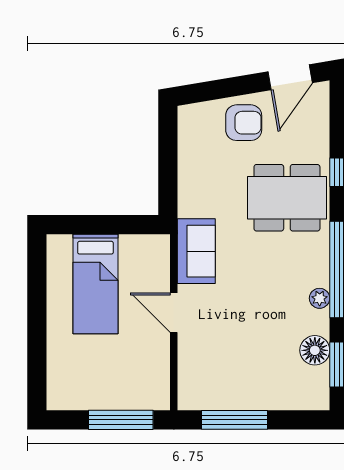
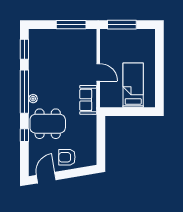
plant: (320, 298) -> (33, 99), moved
floor lamp: (315, 350) -> (35, 56), removed

